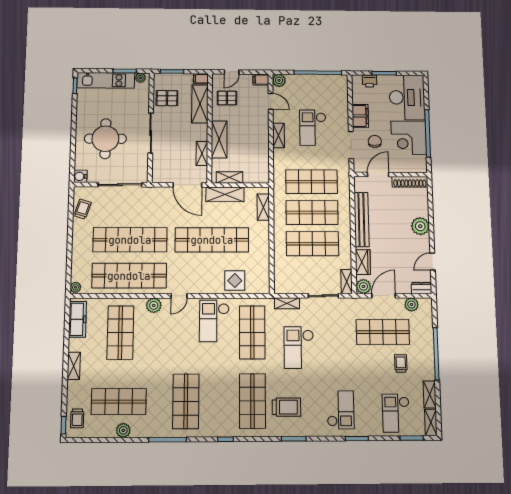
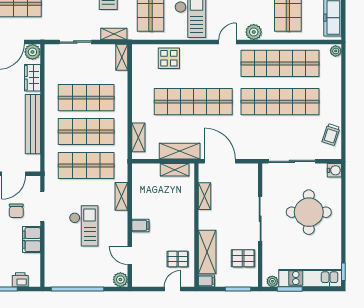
filing cabinet: (261, 80) -> (140, 225), moved
shelving: (279, 135) -> (121, 196), moved
shelving: (219, 139) -> (186, 212), removed
shelving: (347, 282) -> (122, 57), moved

